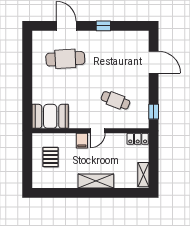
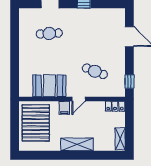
cafe table: (65, 59) -> (49, 34), width x0.73, depth x0.74
booth: (50, 116) -> (49, 86), moved
pallet: (50, 157) -> (36, 123), width x2.05, depth x2.00

